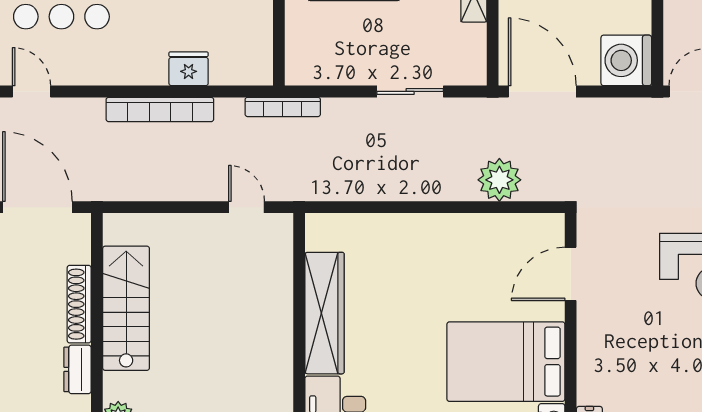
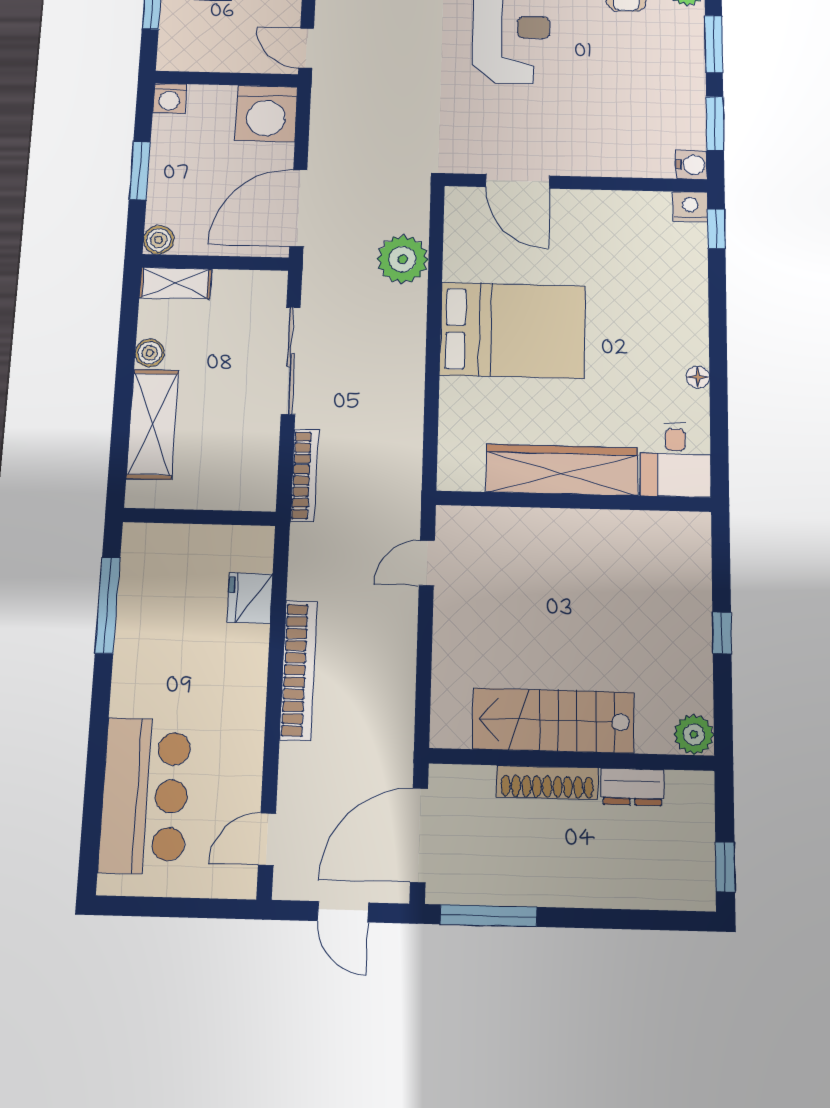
fridge: (189, 69) -> (250, 598), moved
sliding door: (410, 91) -> (291, 360), width x1.37
bookcase: (283, 107) -> (304, 475), moved
bed: (506, 362) -> (513, 330), moved, turned -90

